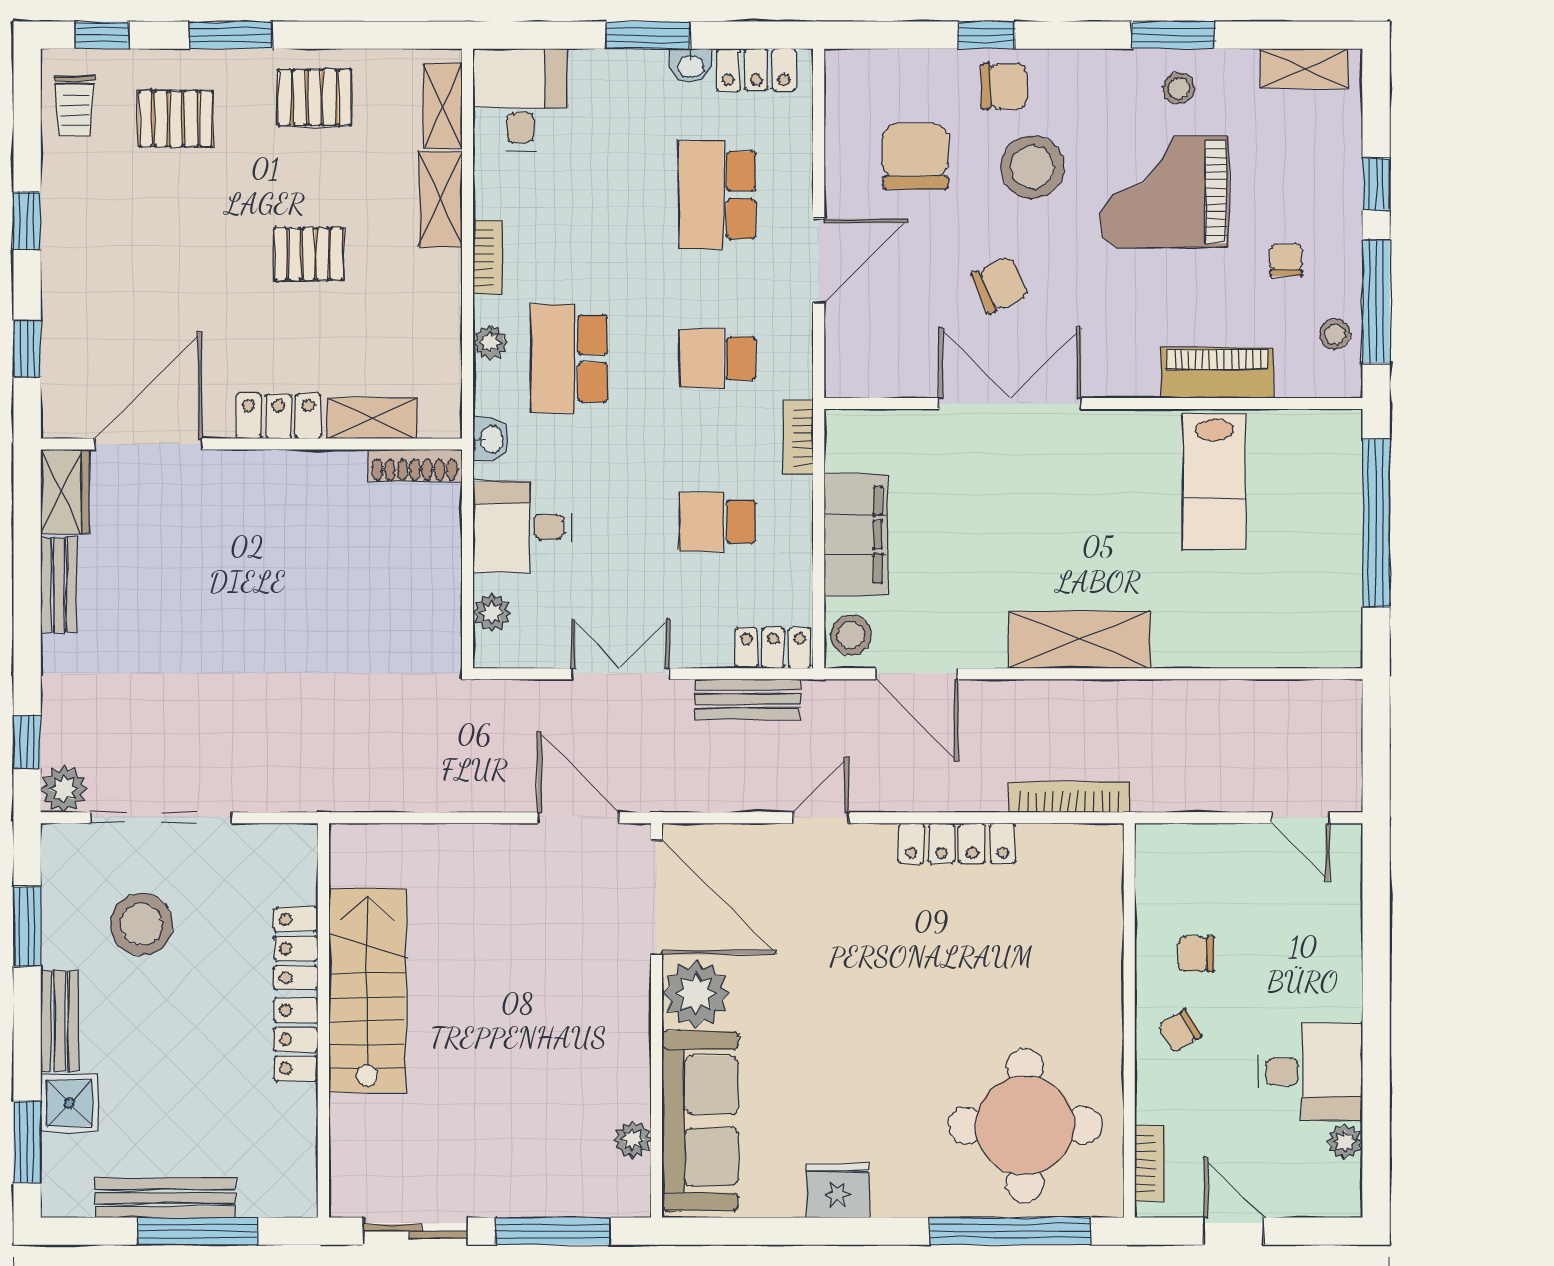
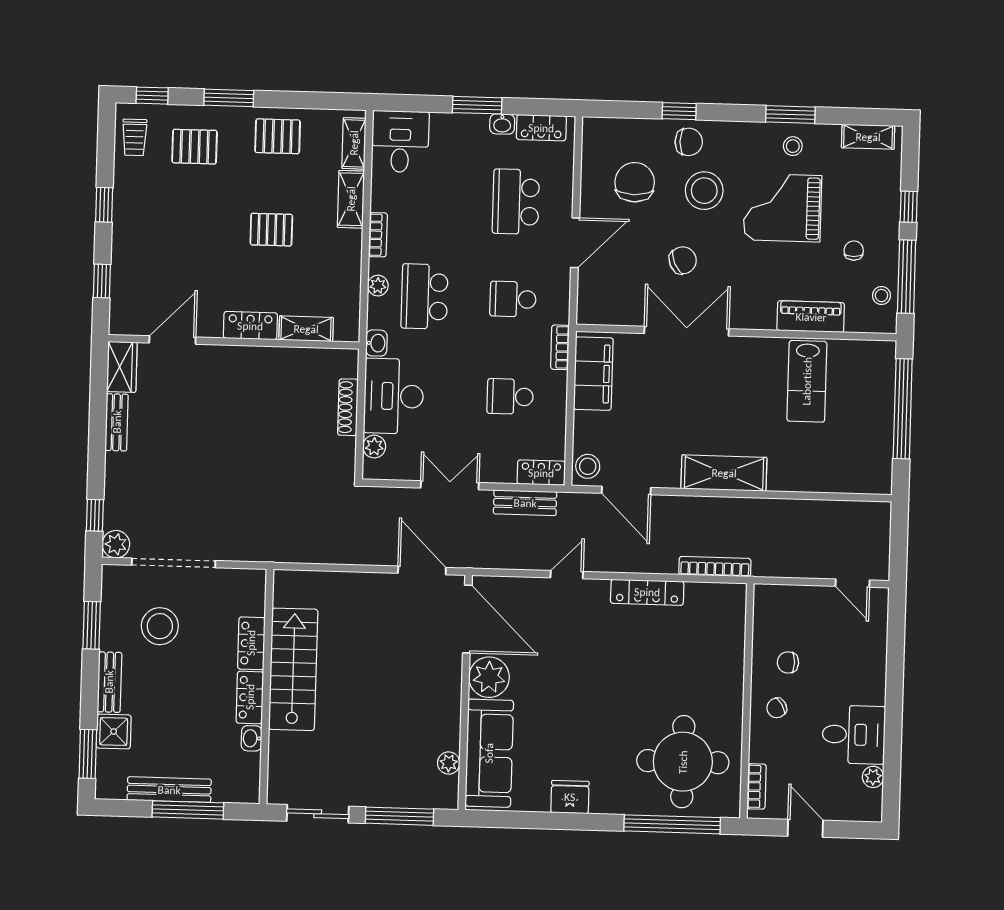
door: (148, 444) -> (172, 340), width x0.73
shoe rack: (415, 466) -> (348, 407), moved, turned 90
desk: (522, 527) -> (394, 396), width x1.37
filing cabinet: (856, 535) -> (593, 374), moved
washbasin: (301, 1108) -> (252, 738), added

